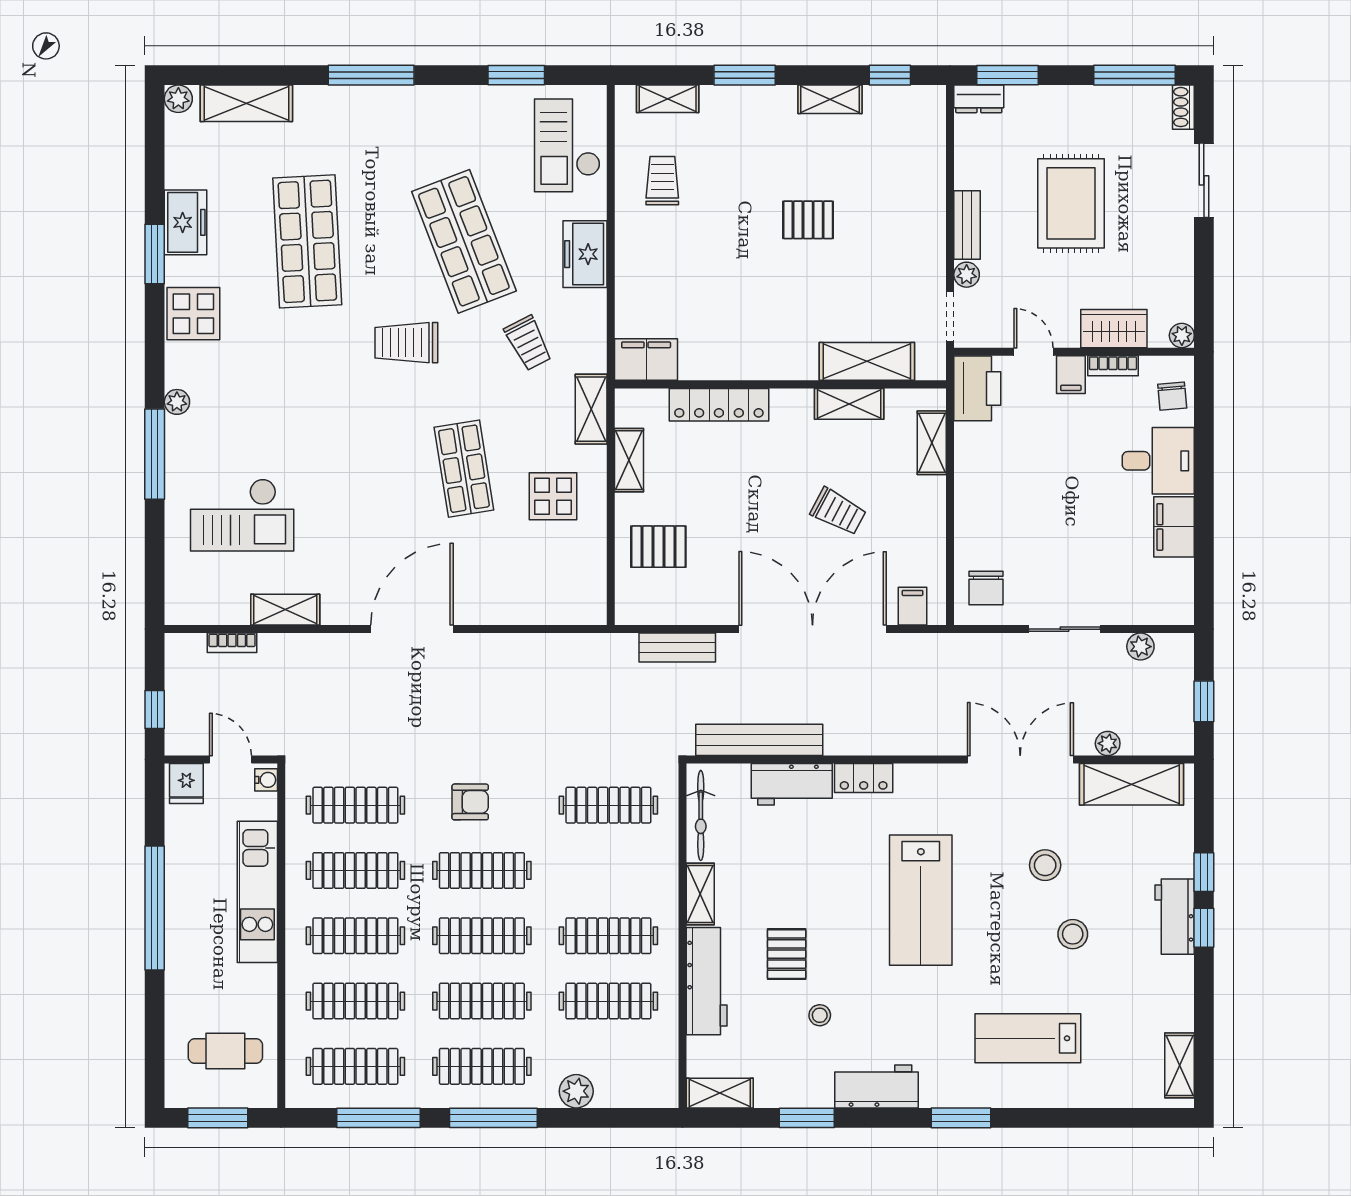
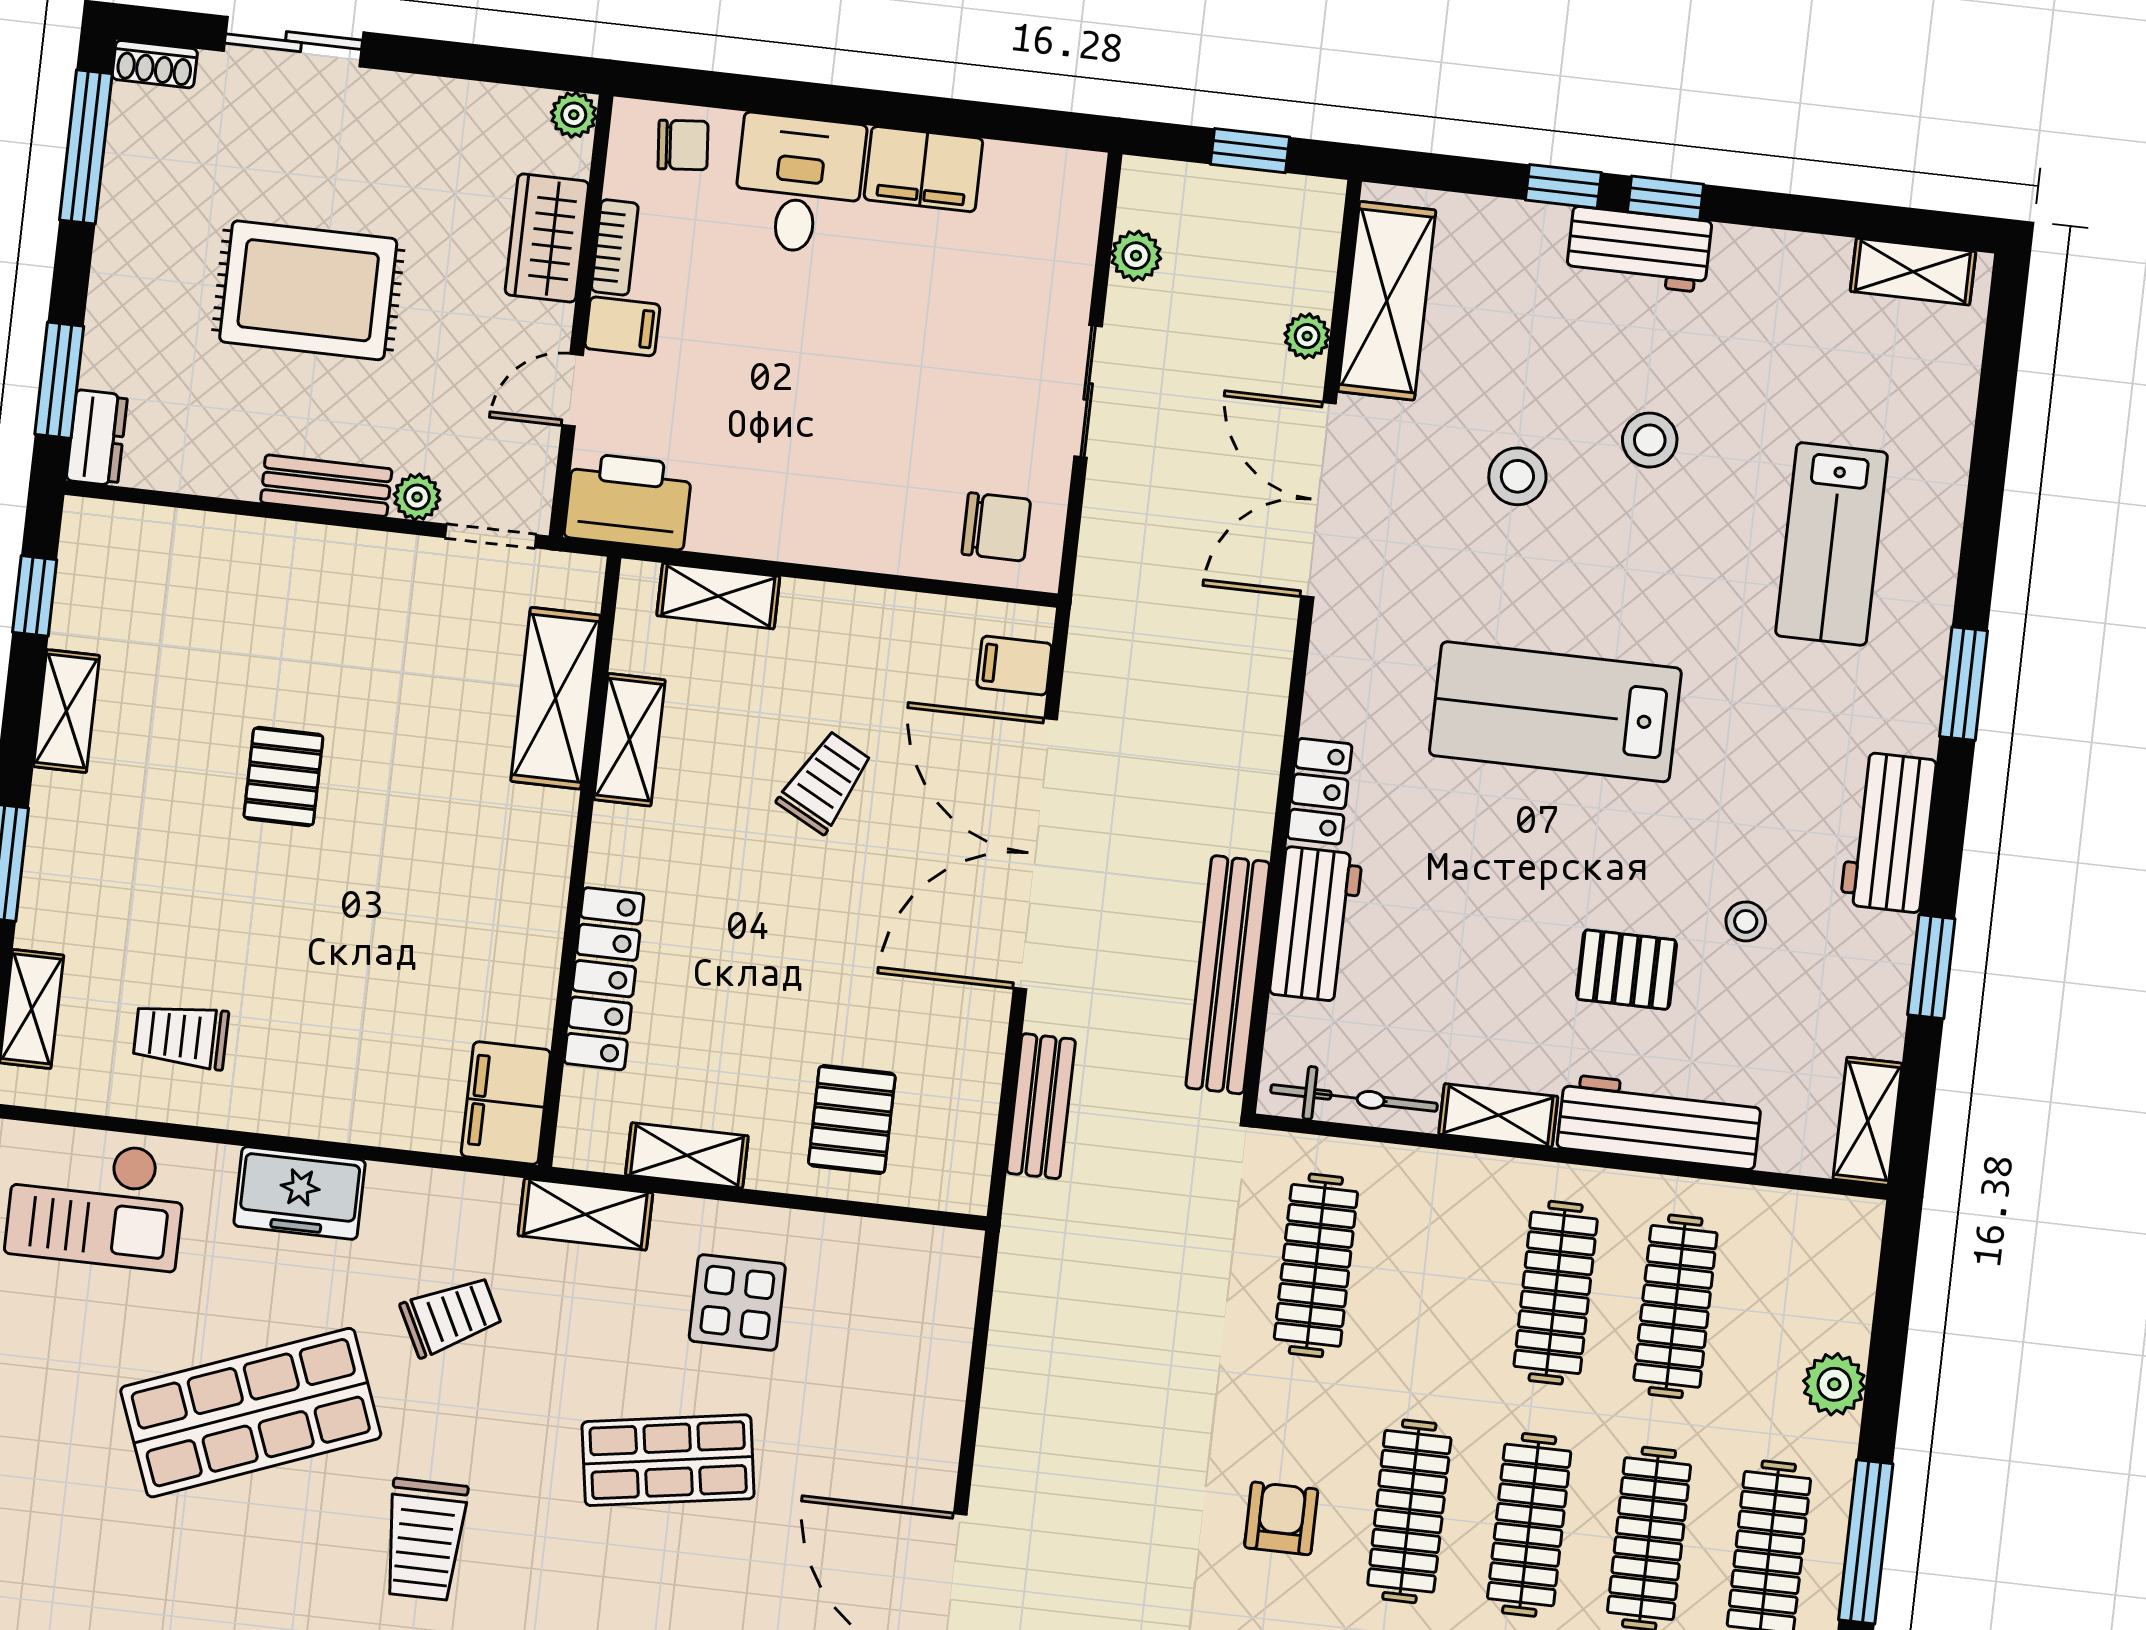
lab bench: (921, 900) -> (1555, 712), turned 180

